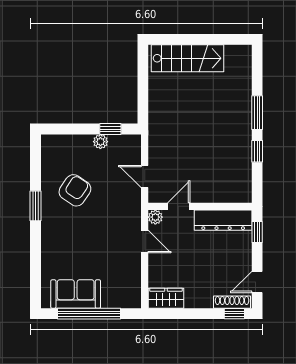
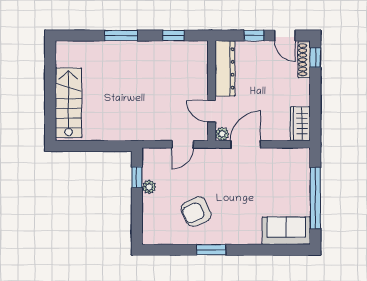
window: (257, 151) -> (173, 36), moved
armchair: (75, 190) -> (196, 212), turned -58
window: (257, 232) -> (254, 36), moved
door: (145, 242) -> (246, 144), width x1.38
sofa: (76, 294) -> (286, 231), moved, turned 90

